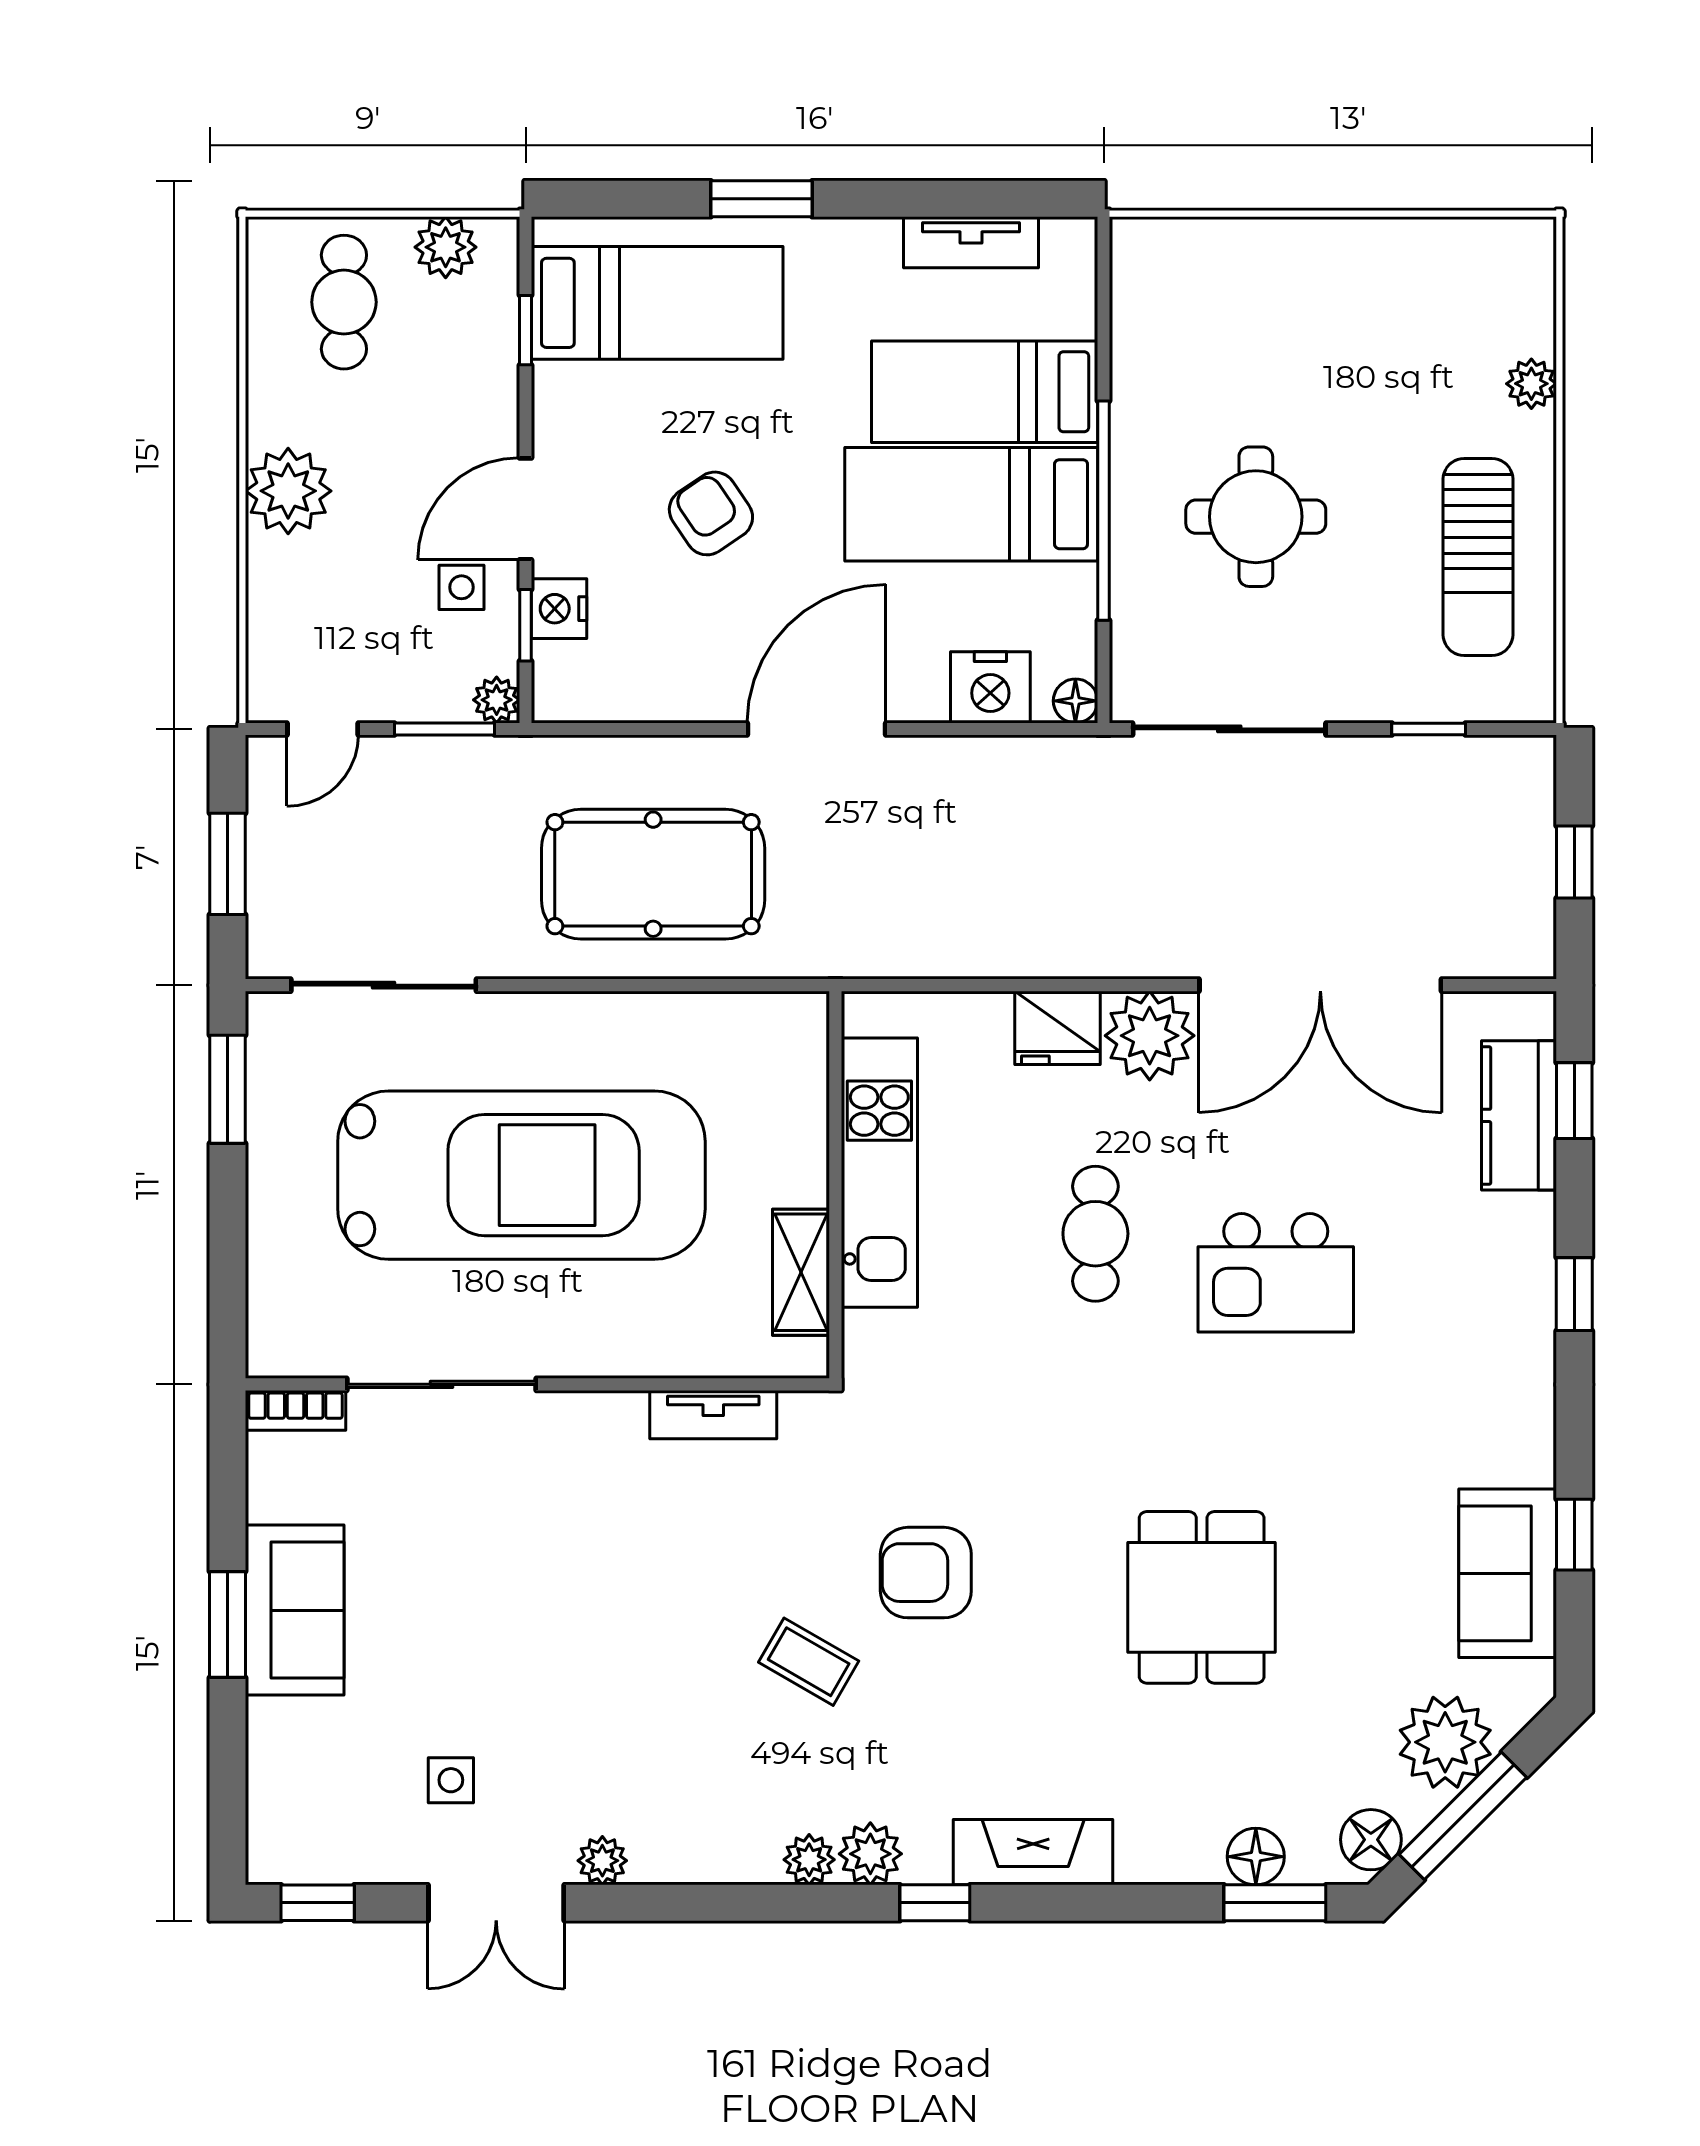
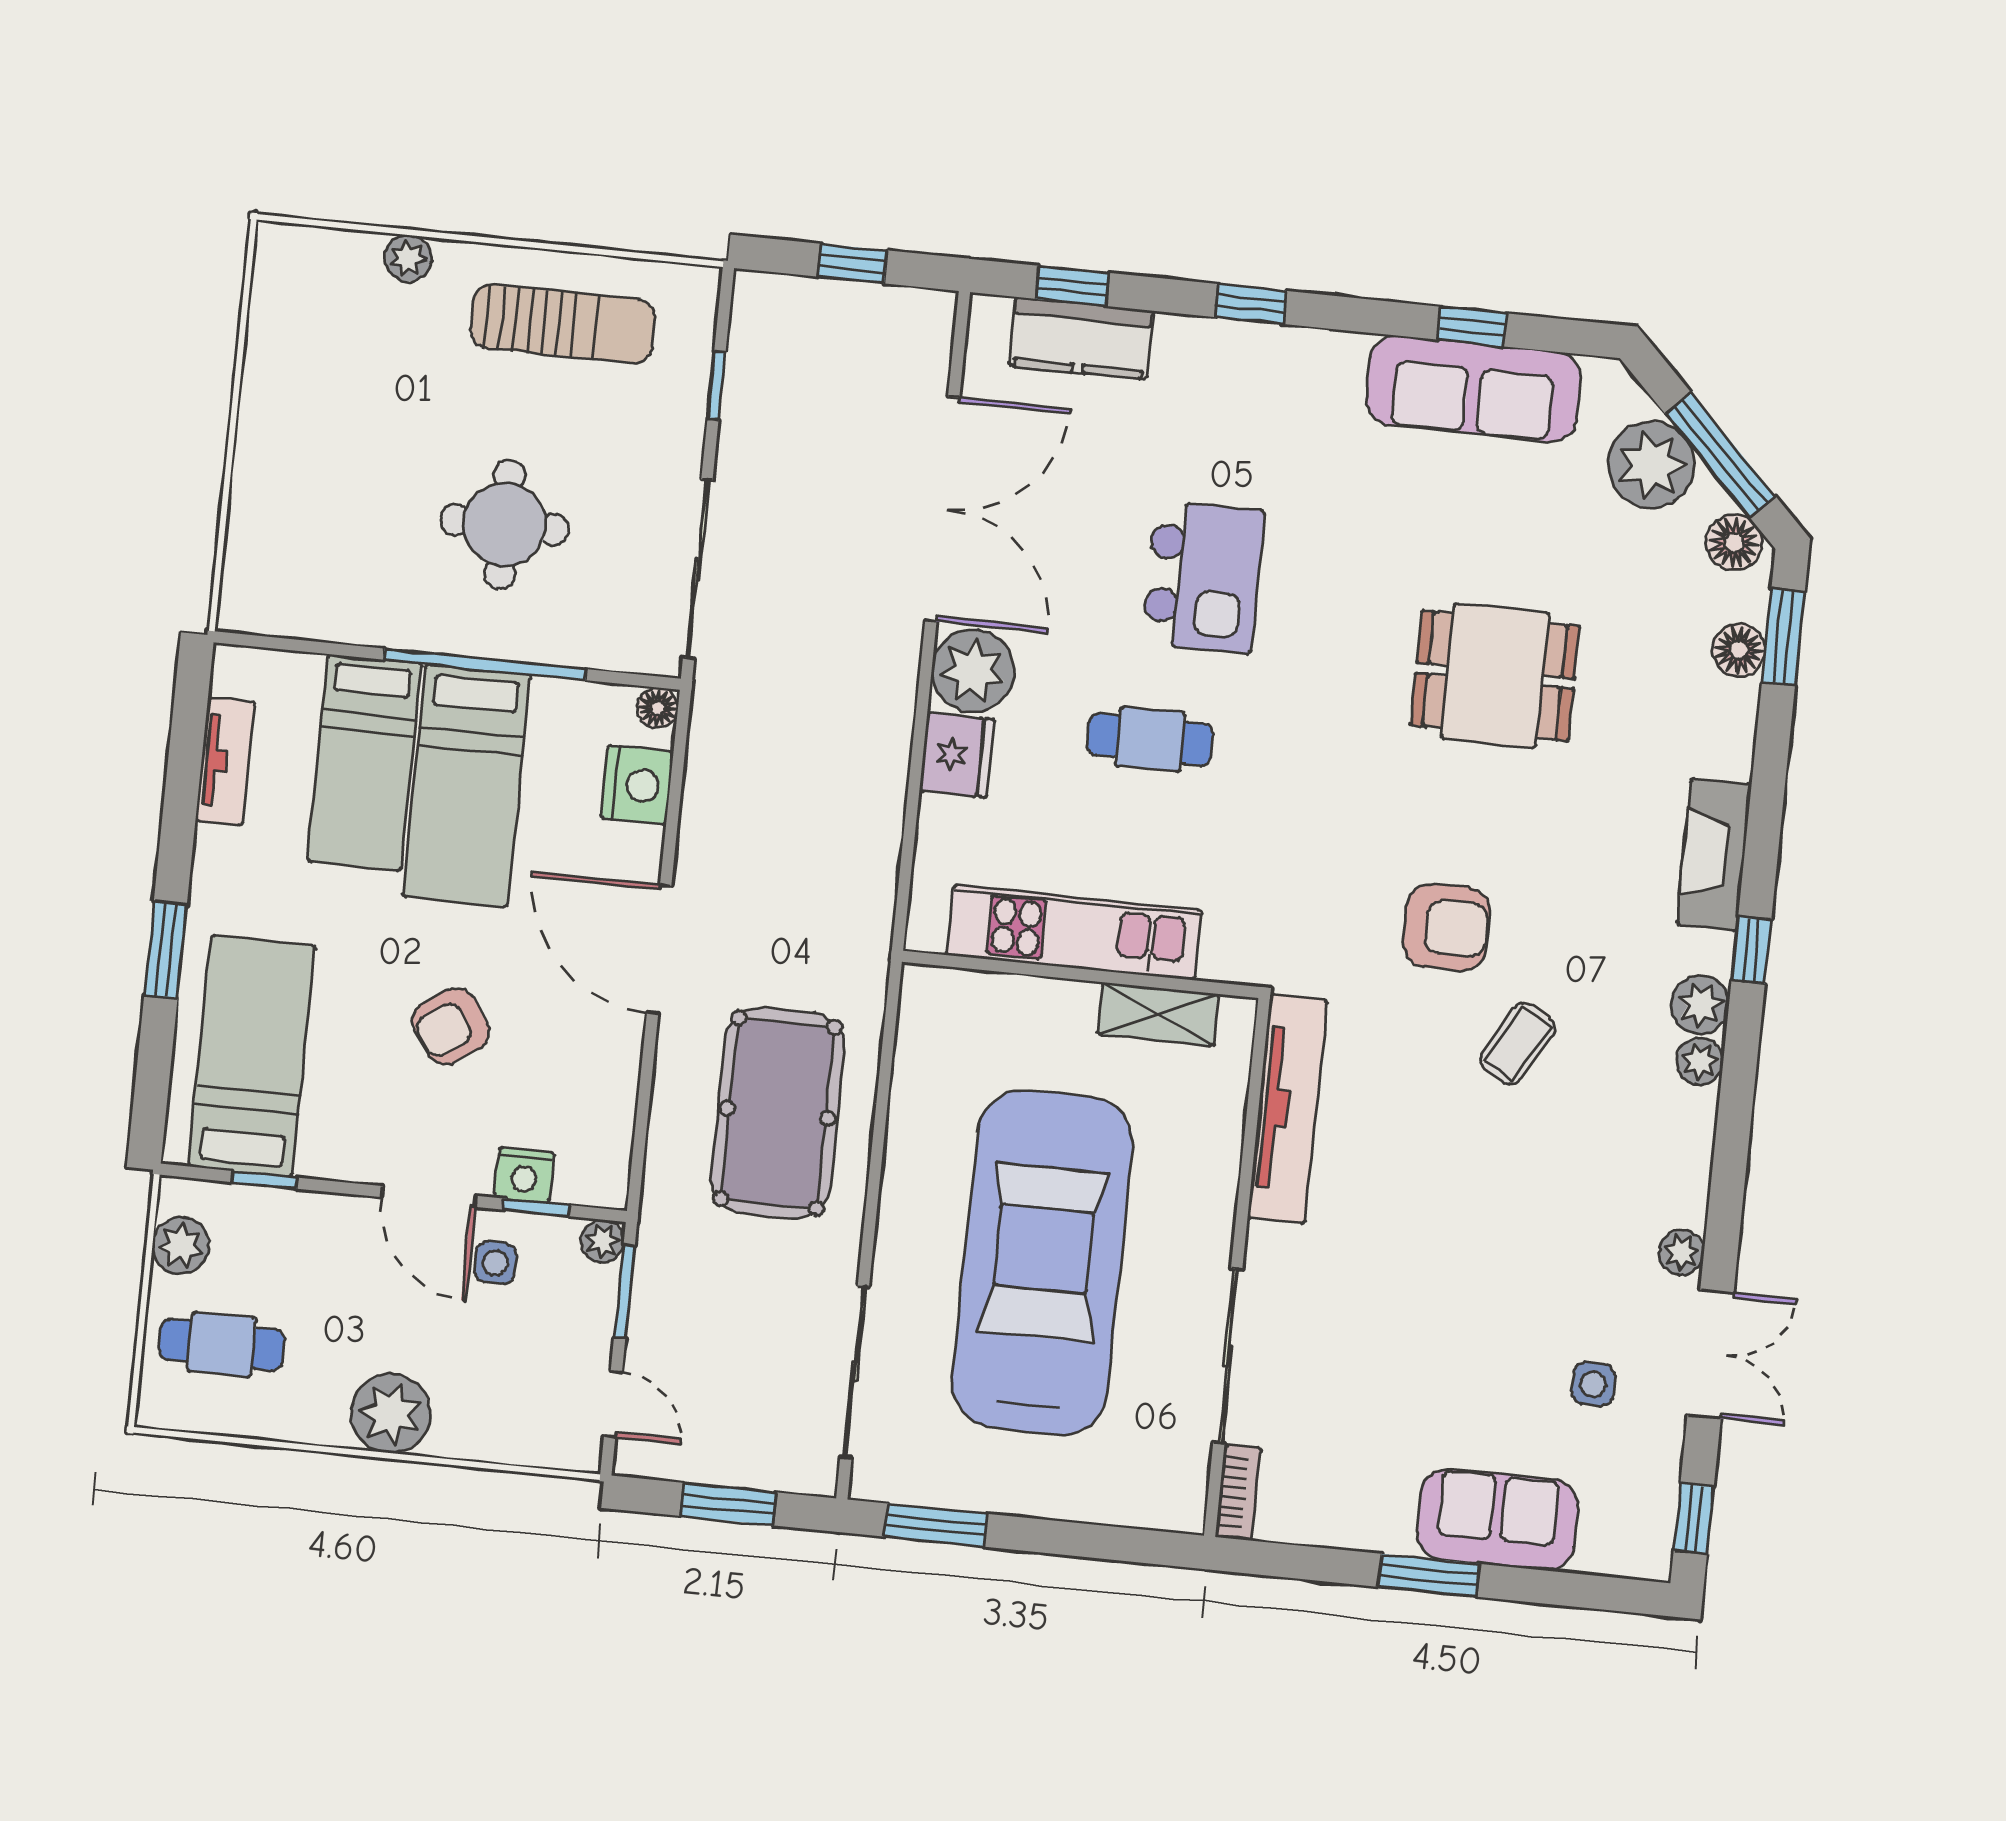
tv unit: (713, 1415) -> (1287, 1109), width x1.92, depth x1.29
armchair: (926, 1573) -> (1446, 927), turned -90
sofa: (1508, 1573) -> (1473, 389), width x1.36
sofa: (295, 1610) -> (1497, 1520), moved

